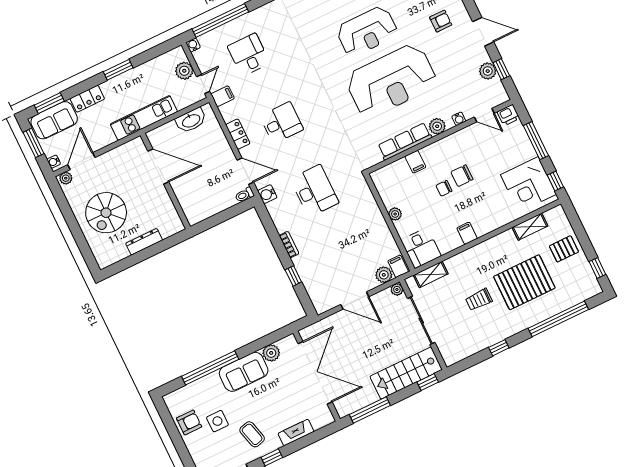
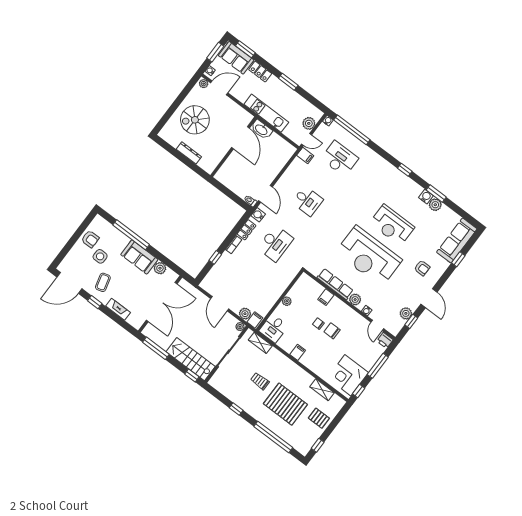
desk: (249, 55) -> (340, 158), width x1.37
washbasin: (191, 120) -> (261, 130), moved
locker: (238, 134) -> (246, 230), moved

